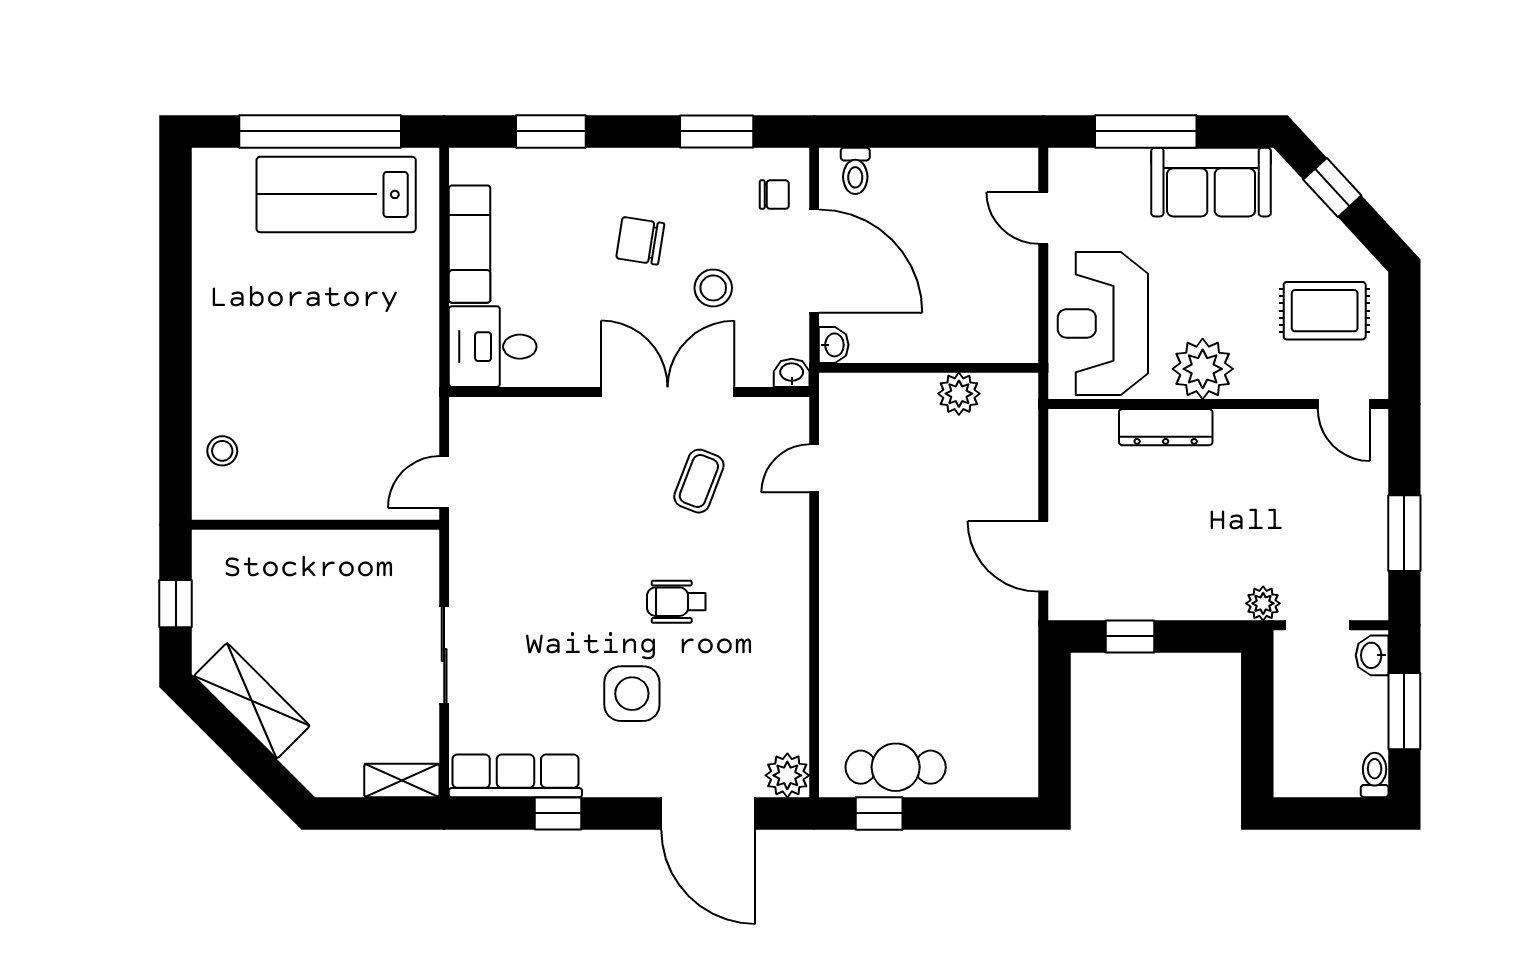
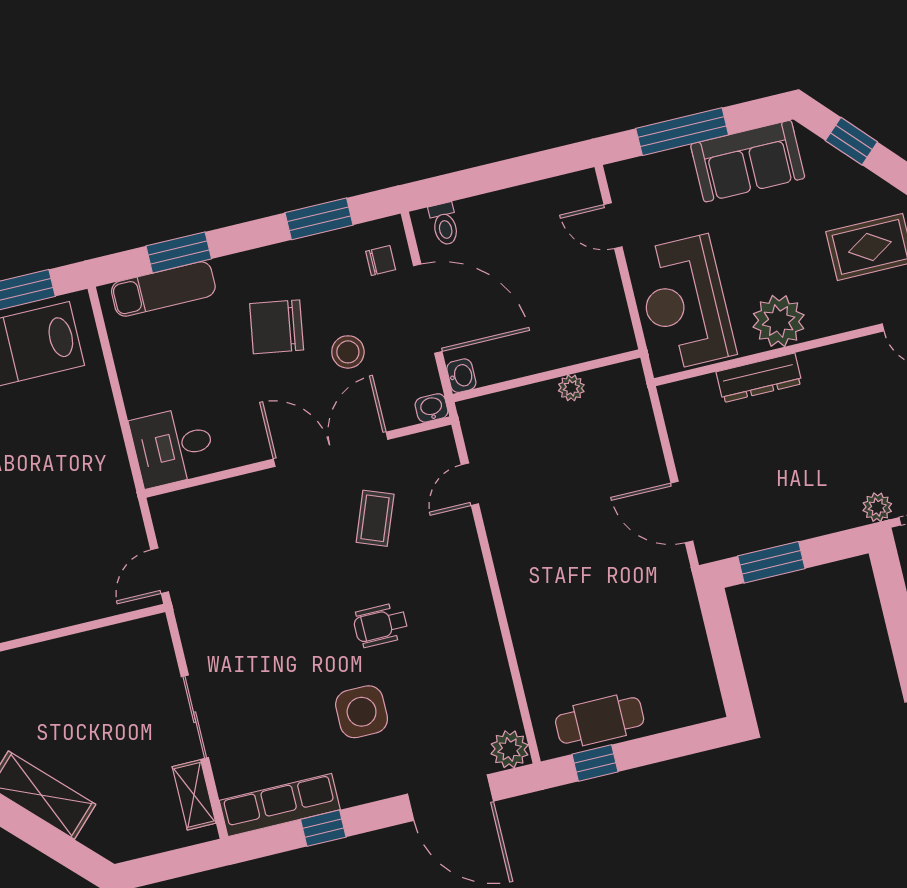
chair: (640, 241) -> (277, 327), width x1.37, depth x1.37
exam couch: (470, 244) -> (163, 289), moved, turned 90
plant: (959, 394) -> (571, 388), width x0.73, depth x0.73
window: (1130, 636) -> (771, 562), width x1.50
shelving: (402, 780) -> (194, 795), moved, turned 90

